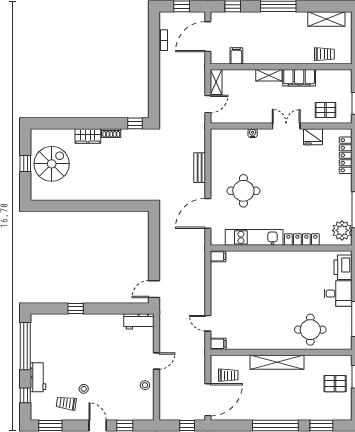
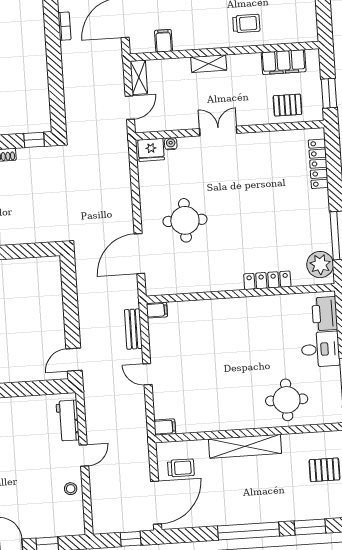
trolley: (324, 54) -> (246, 24), moved
filing cabinet: (299, 78) -> (284, 62), moved
double door: (286, 126) -> (218, 131), moved
water cooler: (253, 133) -> (171, 144), moved
fridge: (313, 137) -> (151, 150), moved
bench: (200, 168) -> (133, 329), moved
kitchen unit: (254, 237) -> (203, 282), removed
workbench: (139, 321) -> (68, 421), moved, turned 90
door: (208, 323) -> (147, 374), moved

